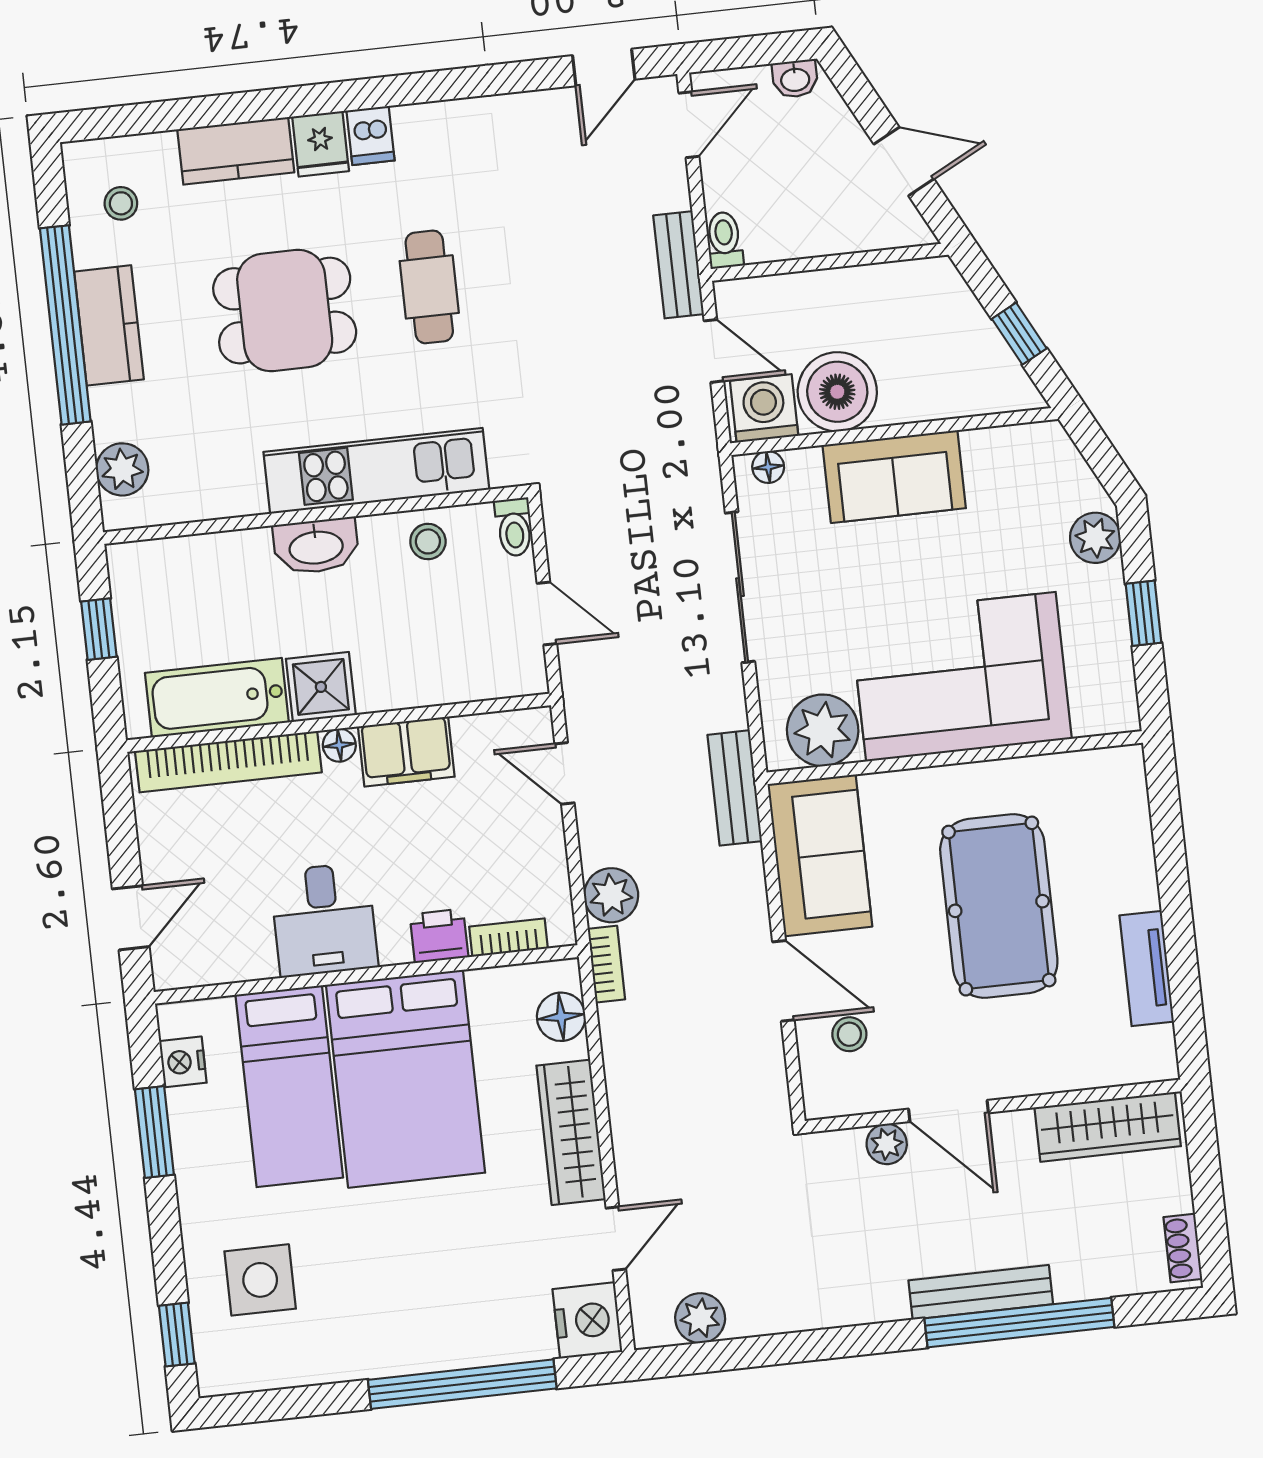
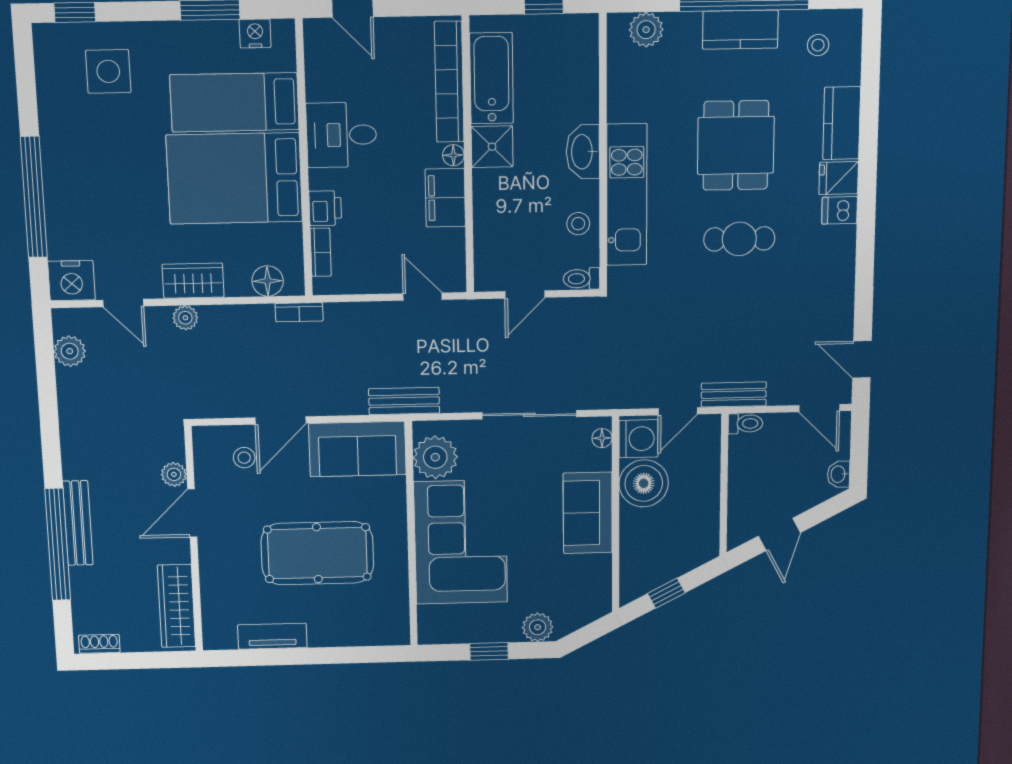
door: (565, 773) -> (423, 297), hinge flipped
plant: (611, 895) -> (185, 318), moved, width x0.73, depth x0.73
wardrobe: (571, 1132) -> (193, 281), width x0.67

